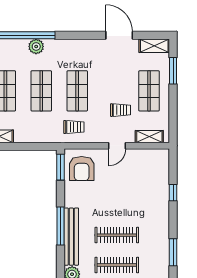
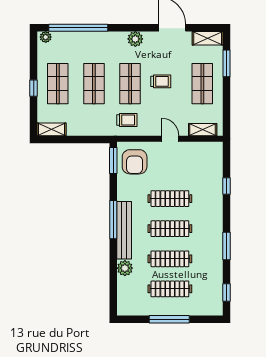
plant: (36, 46) -> (135, 39), moved
trolley: (121, 110) -> (161, 81), moved
door: (117, 146) -> (170, 139), swing flipped
clothes rail: (117, 205) -> (170, 199), added

